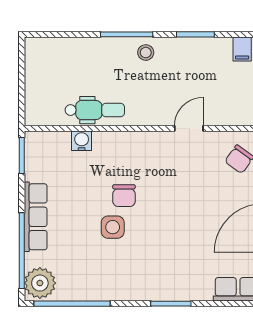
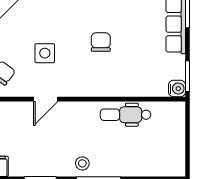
water cooler: (82, 141) -> (177, 89), moved, turned -90
side table: (113, 227) -> (45, 53), moved

